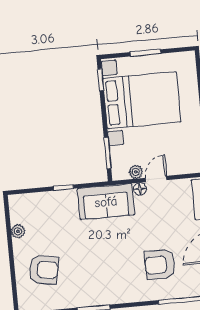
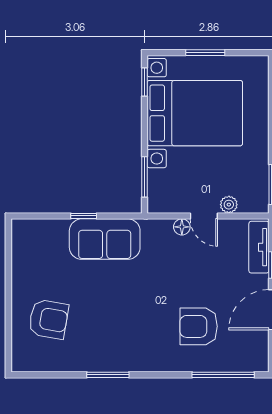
plant: (136, 172) -> (229, 205), moved
door: (156, 179) -> (204, 216), swing flipped
sofa: (106, 202) -> (105, 239), moved
plant: (18, 231) -> (20, 267), removed

